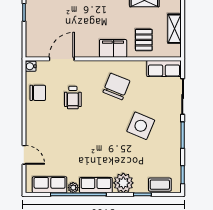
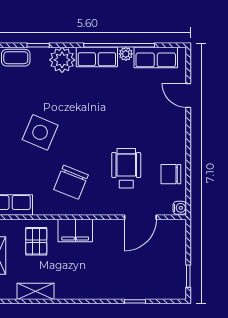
wheelchair: (73, 98) -> (126, 168), width x1.36, depth x1.37

